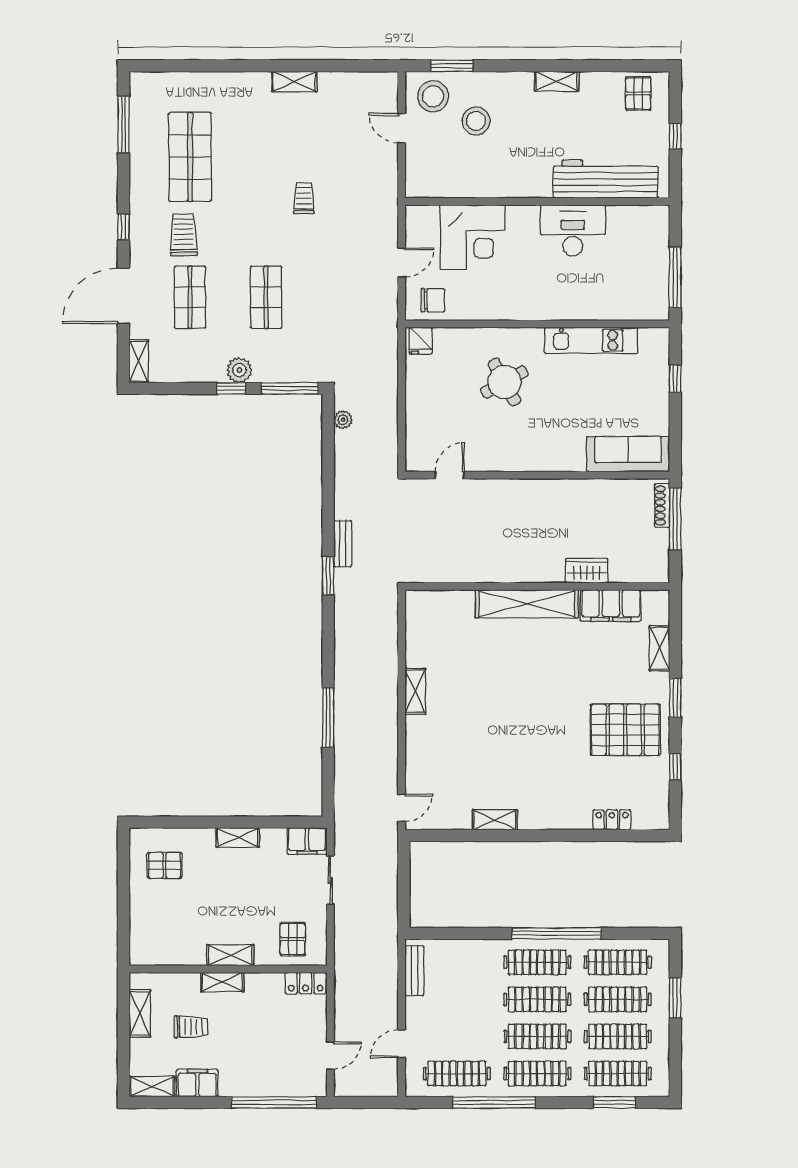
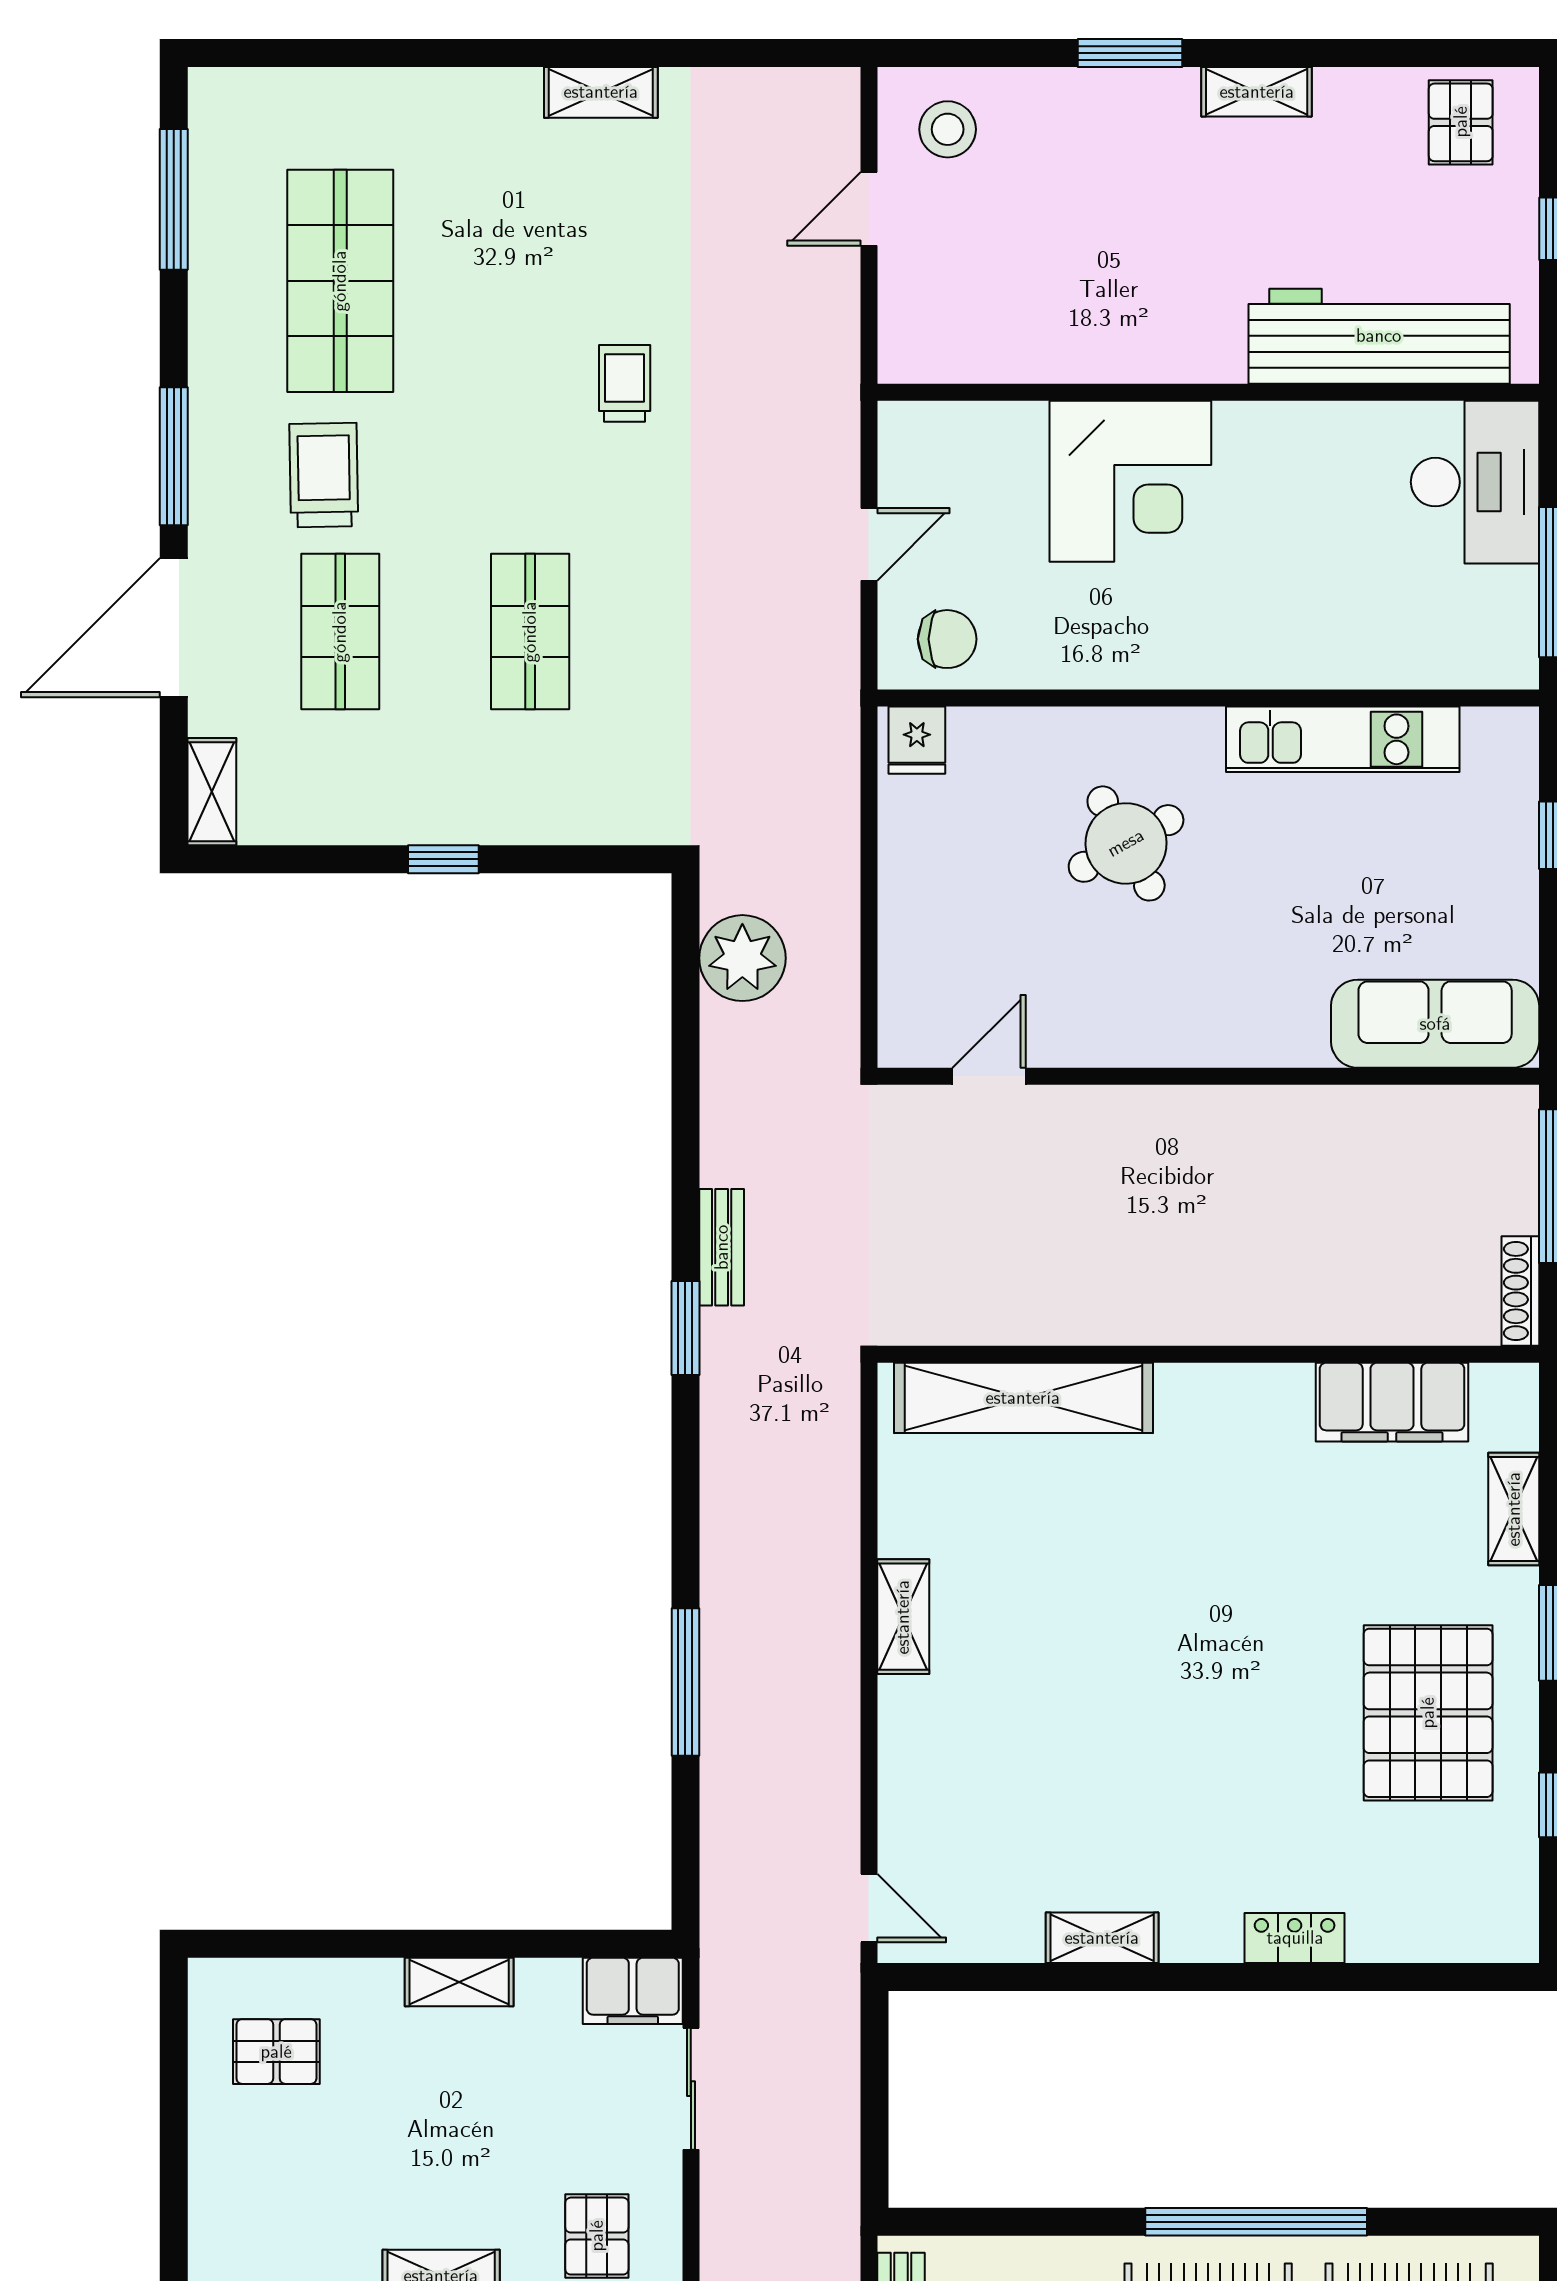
window: (452, 66) -> (1130, 53), moved
stool: (433, 96) -> (948, 129), width x0.73, depth x0.73
stool: (476, 121) -> (1055, 191), removed
door: (402, 128) -> (869, 209), hinge flipped
window: (124, 227) -> (174, 456), width x2.17
desk: (573, 230) -> (1475, 482), moved, turned 90
corner desk: (473, 237) -> (1130, 481), moved
plant: (239, 370) -> (463, 814), removed
window: (290, 388) -> (589, 859), removed
plant: (343, 420) -> (742, 958), width x1.87, depth x1.87
shoe rack: (662, 506) -> (1520, 1291), moved
wardrobe: (587, 571) -> (1332, 1315), removed
shelving: (527, 604) -> (1023, 1398), moved
pallet: (625, 730) -> (1428, 1713), turned 90
door: (402, 808) -> (869, 1908), hinge flipped
locker: (612, 820) -> (1295, 1938), moved

